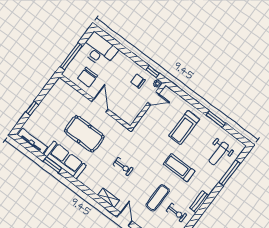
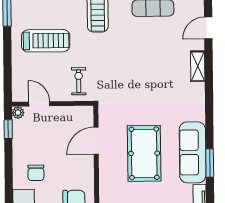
chair: (138, 81) -> (36, 173), moved
door: (100, 105) -> (96, 141), moved
exercise bike: (123, 167) -> (79, 81), moved

